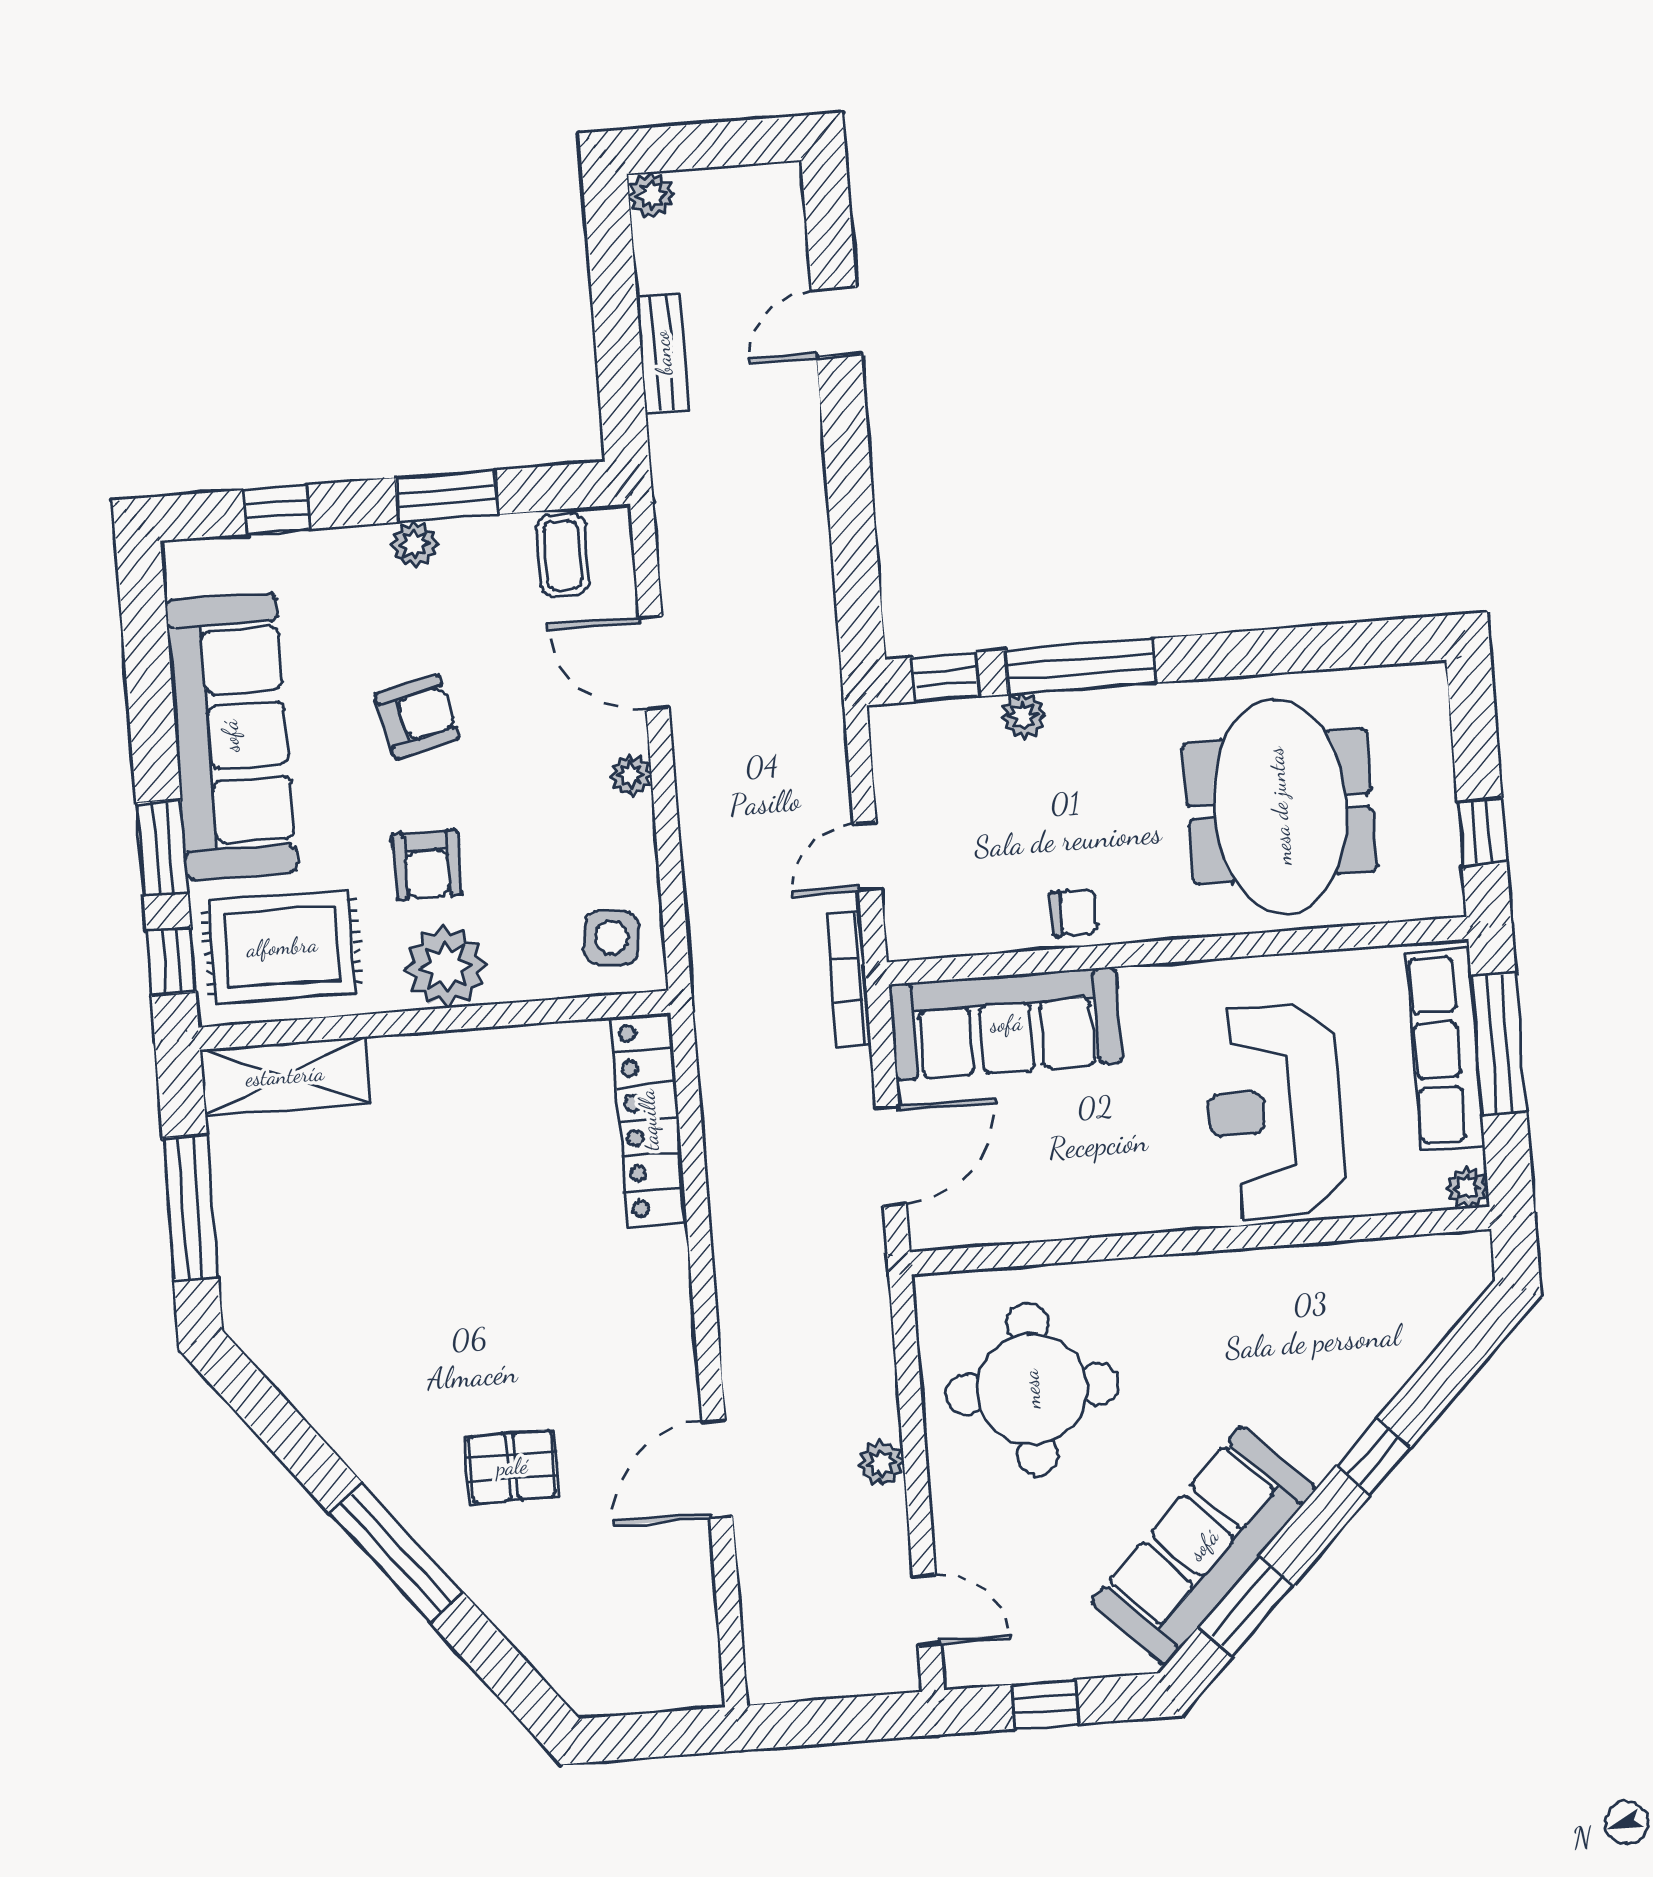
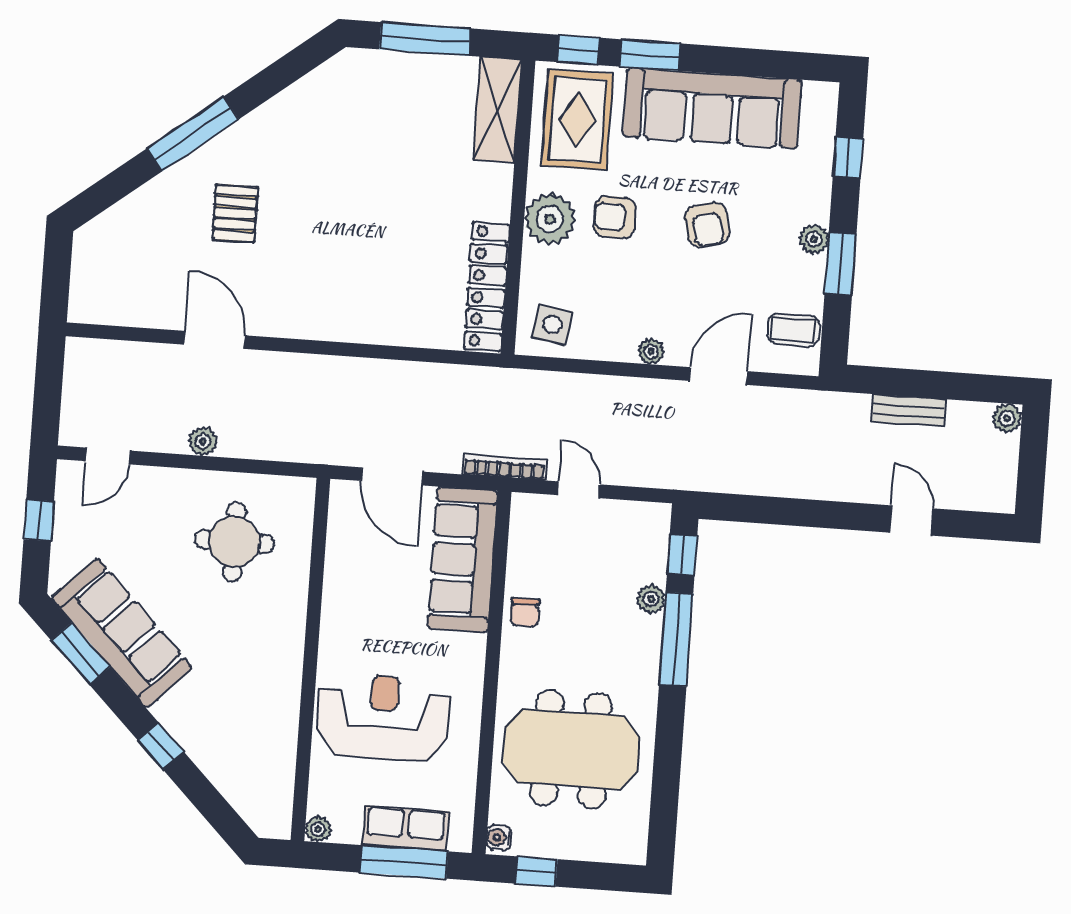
water cooler: (1437, 900) -> (499, 837), added
row of seats: (1445, 1049) -> (406, 828), width x0.68
locker: (649, 1120) -> (487, 287), moved, turned -90
round table: (1032, 1389) -> (234, 542), width x0.73, depth x0.73

